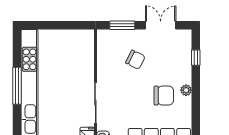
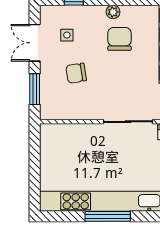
side table: (167, 52) -> (67, 35), added
chair: (135, 60) -> (76, 73), turned -126

